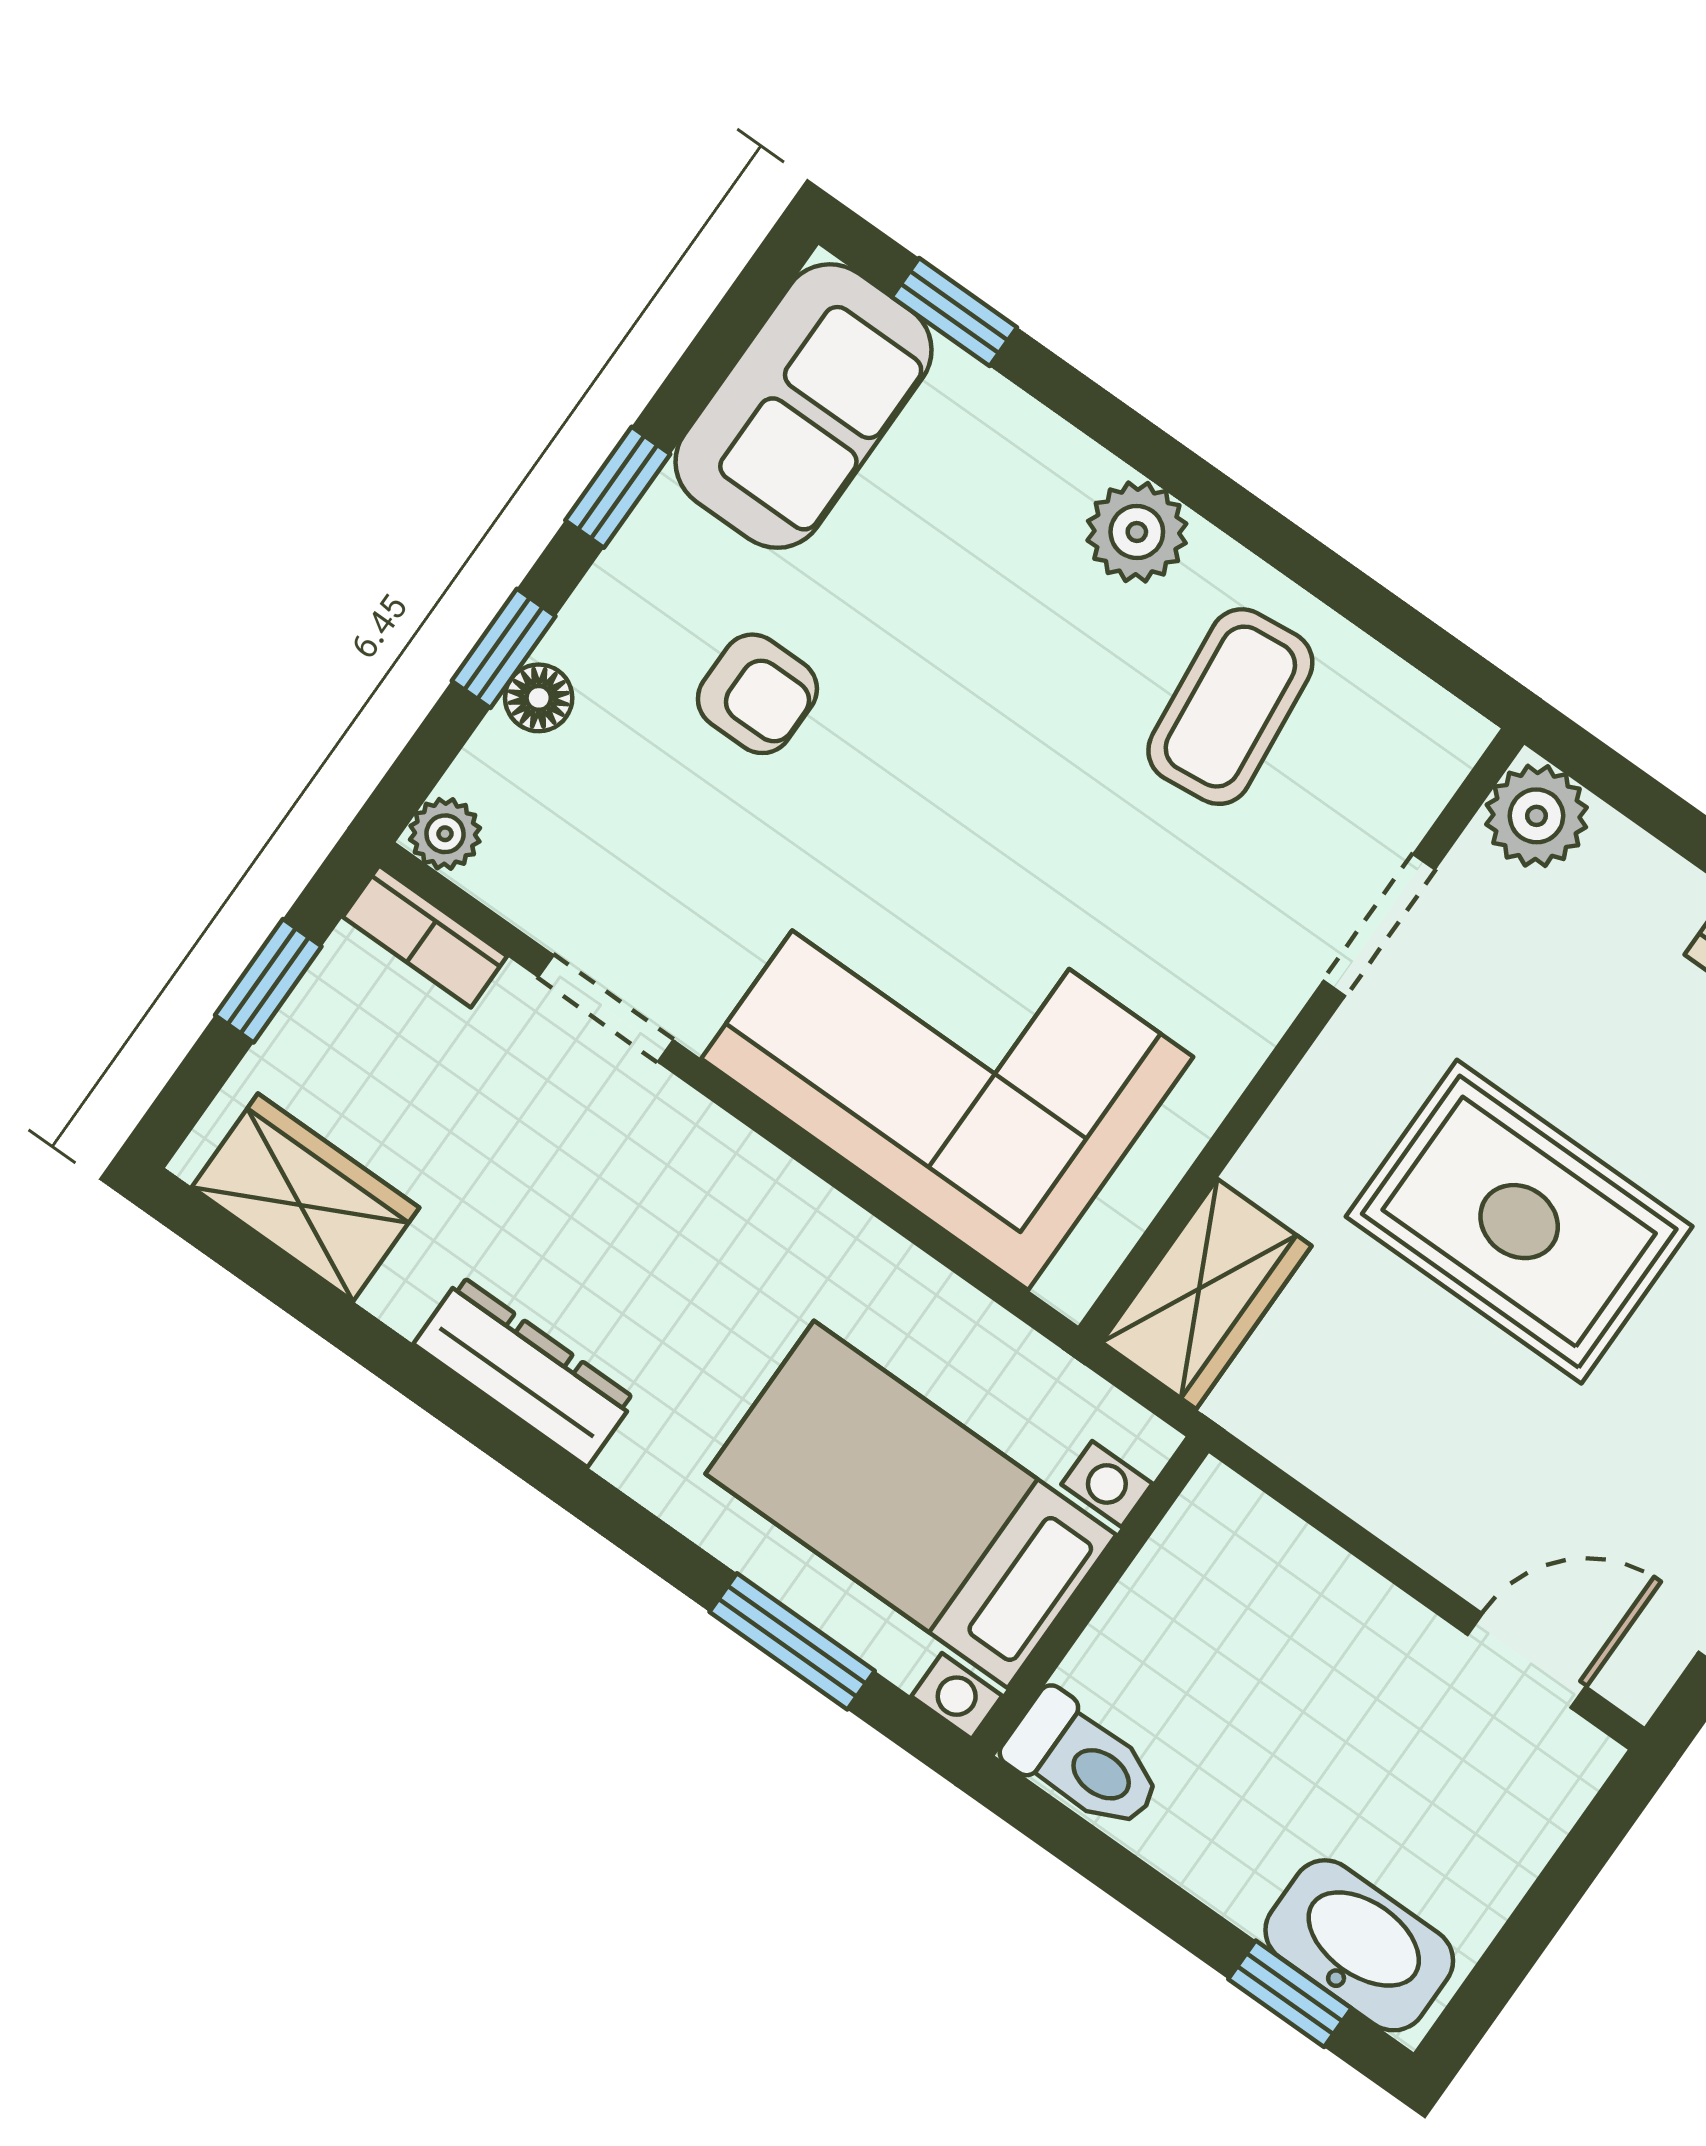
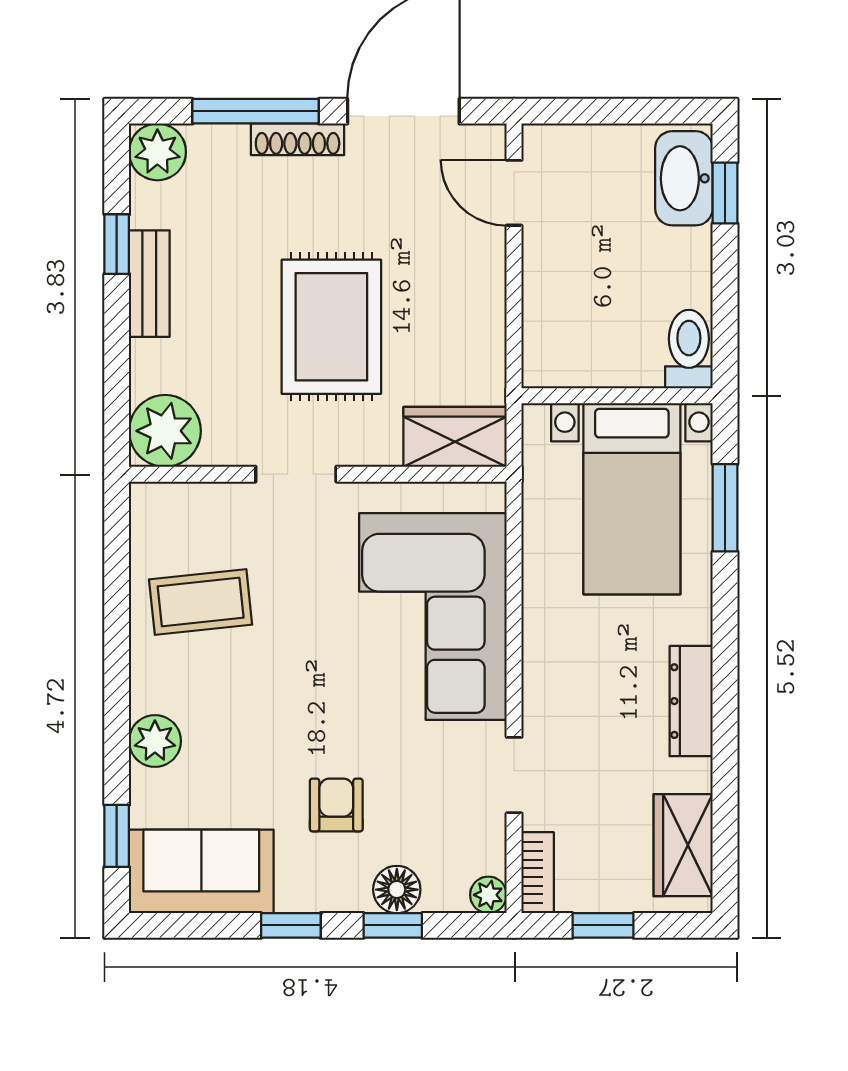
plant: (1137, 532) -> (155, 741), moved
floor lamp: (539, 698) -> (397, 890), width x1.37, depth x1.37
plant: (1536, 816) -> (165, 431), width x1.36, depth x1.36
doorway: (1379, 925) -> (296, 474), moved

